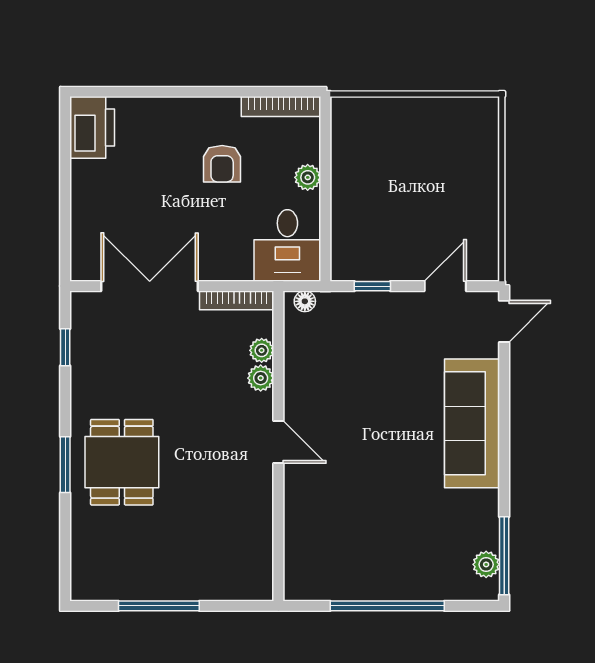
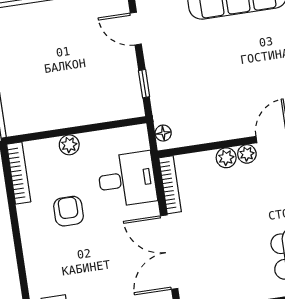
armchair: (222, 164) -> (68, 211), turned -90
desk: (287, 245) -> (127, 179), moved
plant: (262, 350) -> (247, 154), moved

